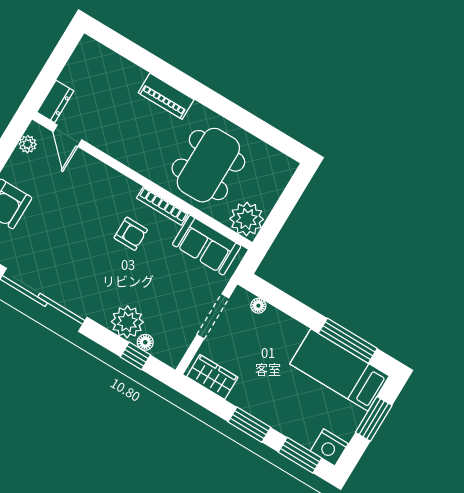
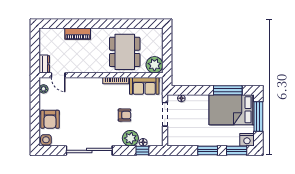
piano: (166, 96) -> (78, 34), moved
armchair: (131, 234) -> (124, 115), moved
bed: (339, 370) -> (232, 110), width x1.50
wardrobe: (212, 377) -> (180, 140), removed
window: (374, 419) -> (258, 117), width x1.44

